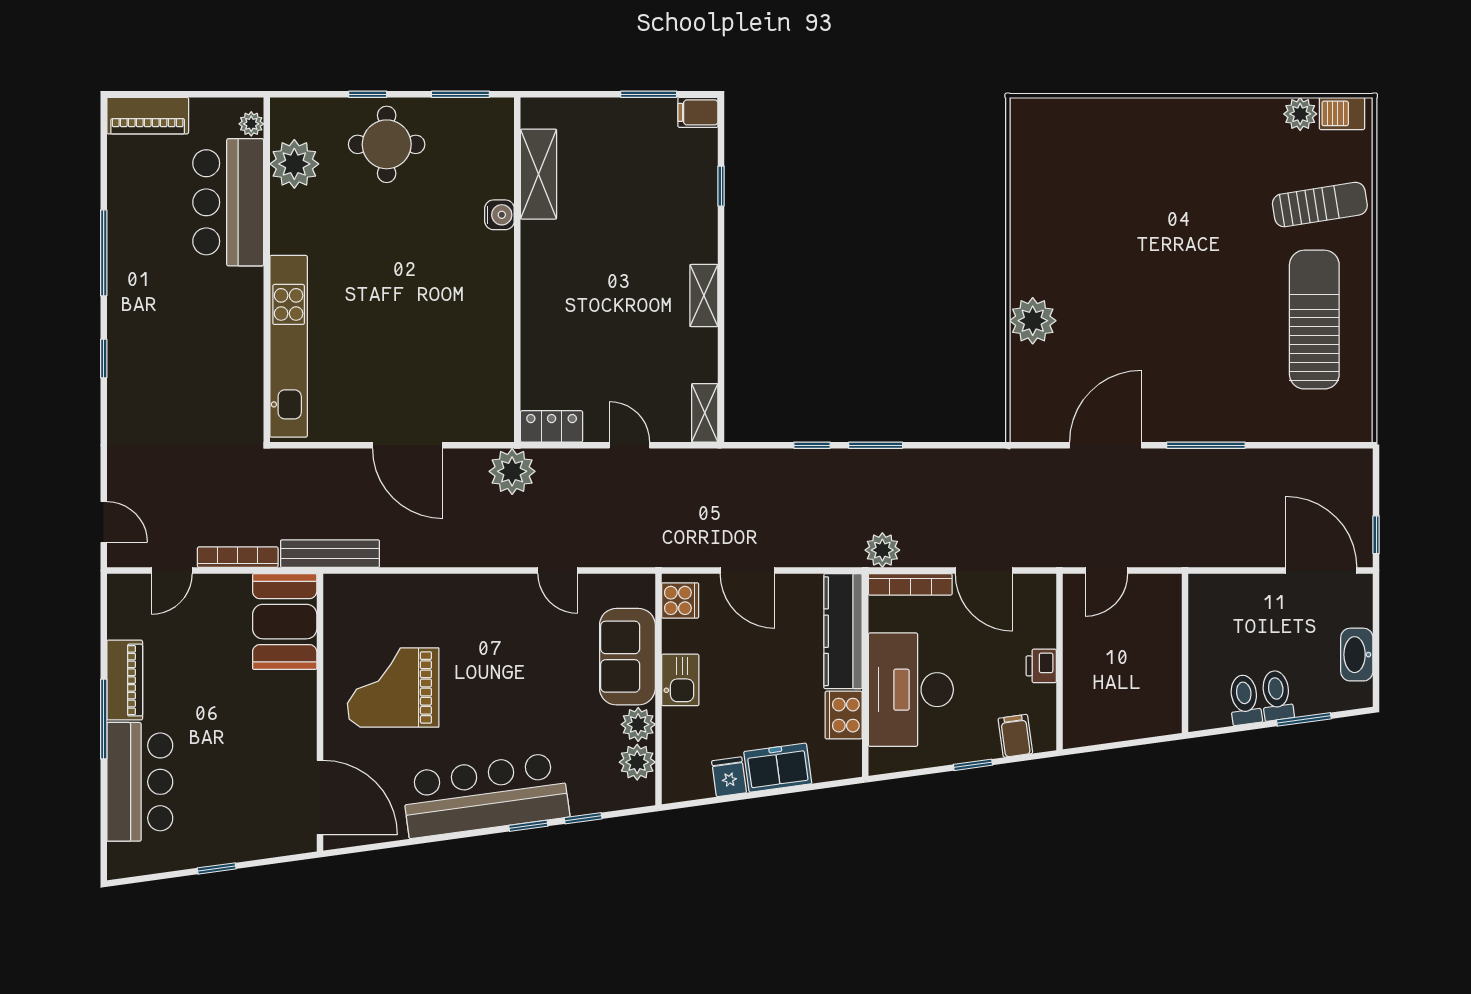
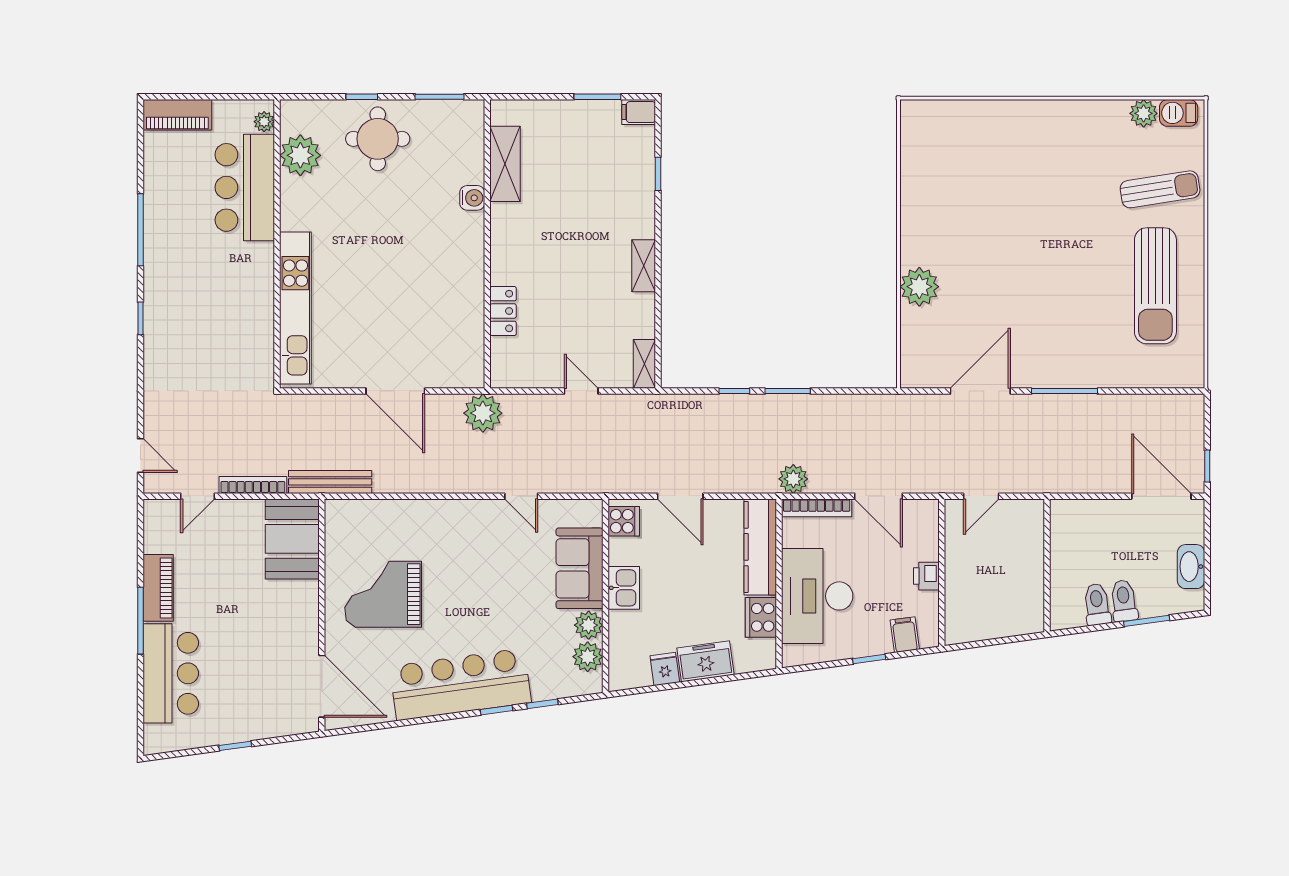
sun lounger: (1314, 320) -> (1155, 286), turned 180
locker: (552, 426) -> (503, 311), moved, turned 90

